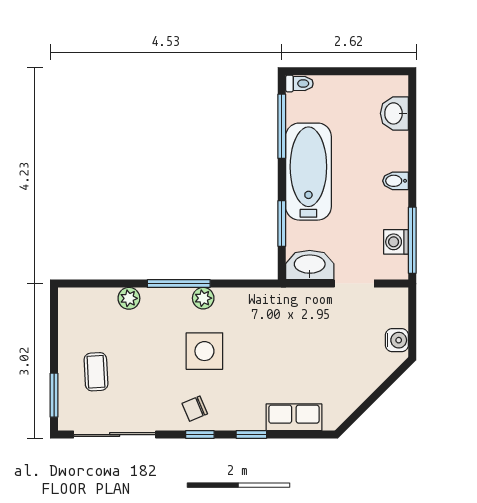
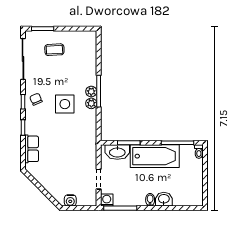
washbasin: (394, 113) -> (164, 199), moved
washing machine: (396, 242) -> (107, 200), moved
washbasin: (310, 265) -> (117, 152), moved, turned 90
plant: (129, 298) -> (91, 92), moved

